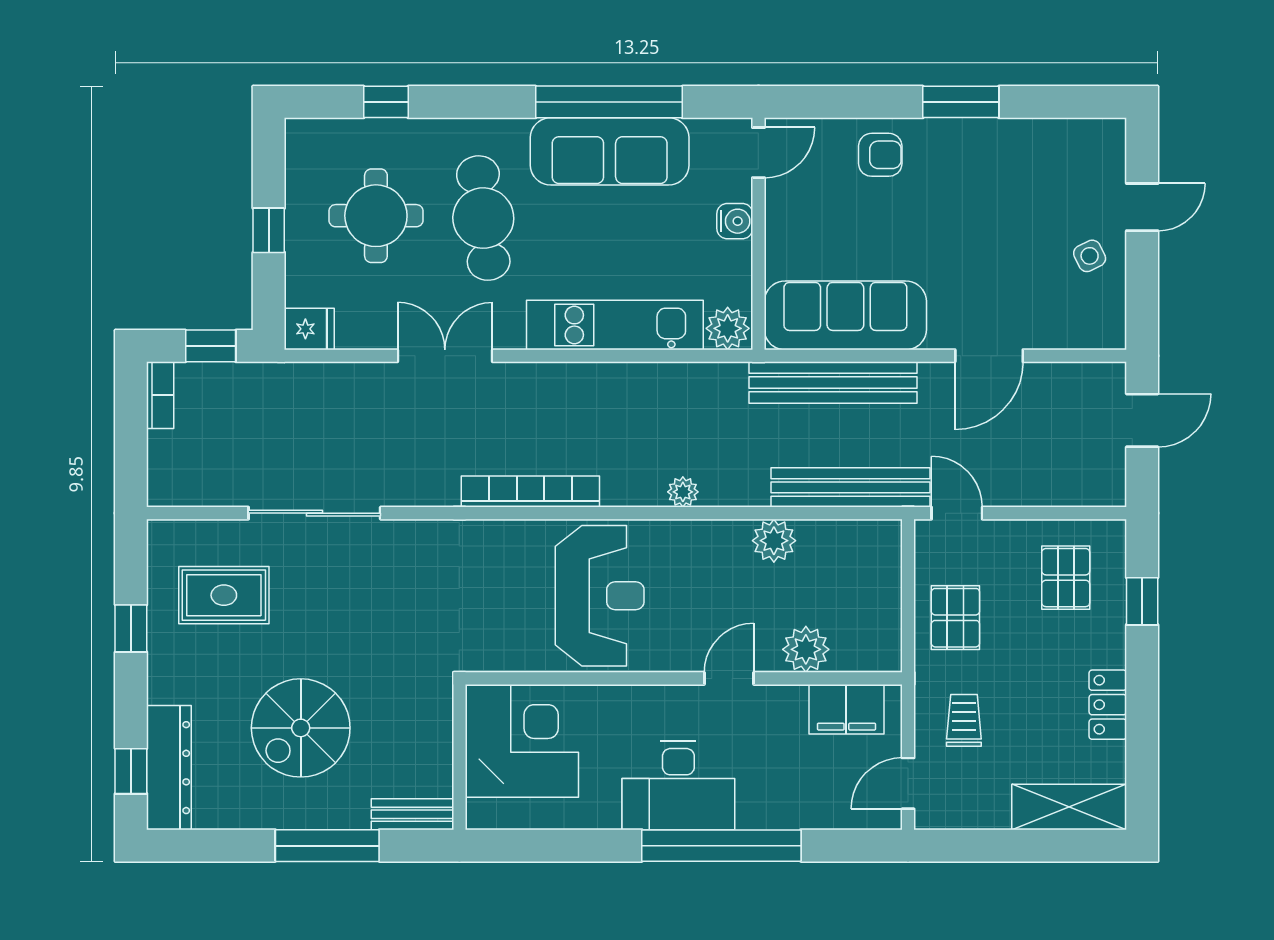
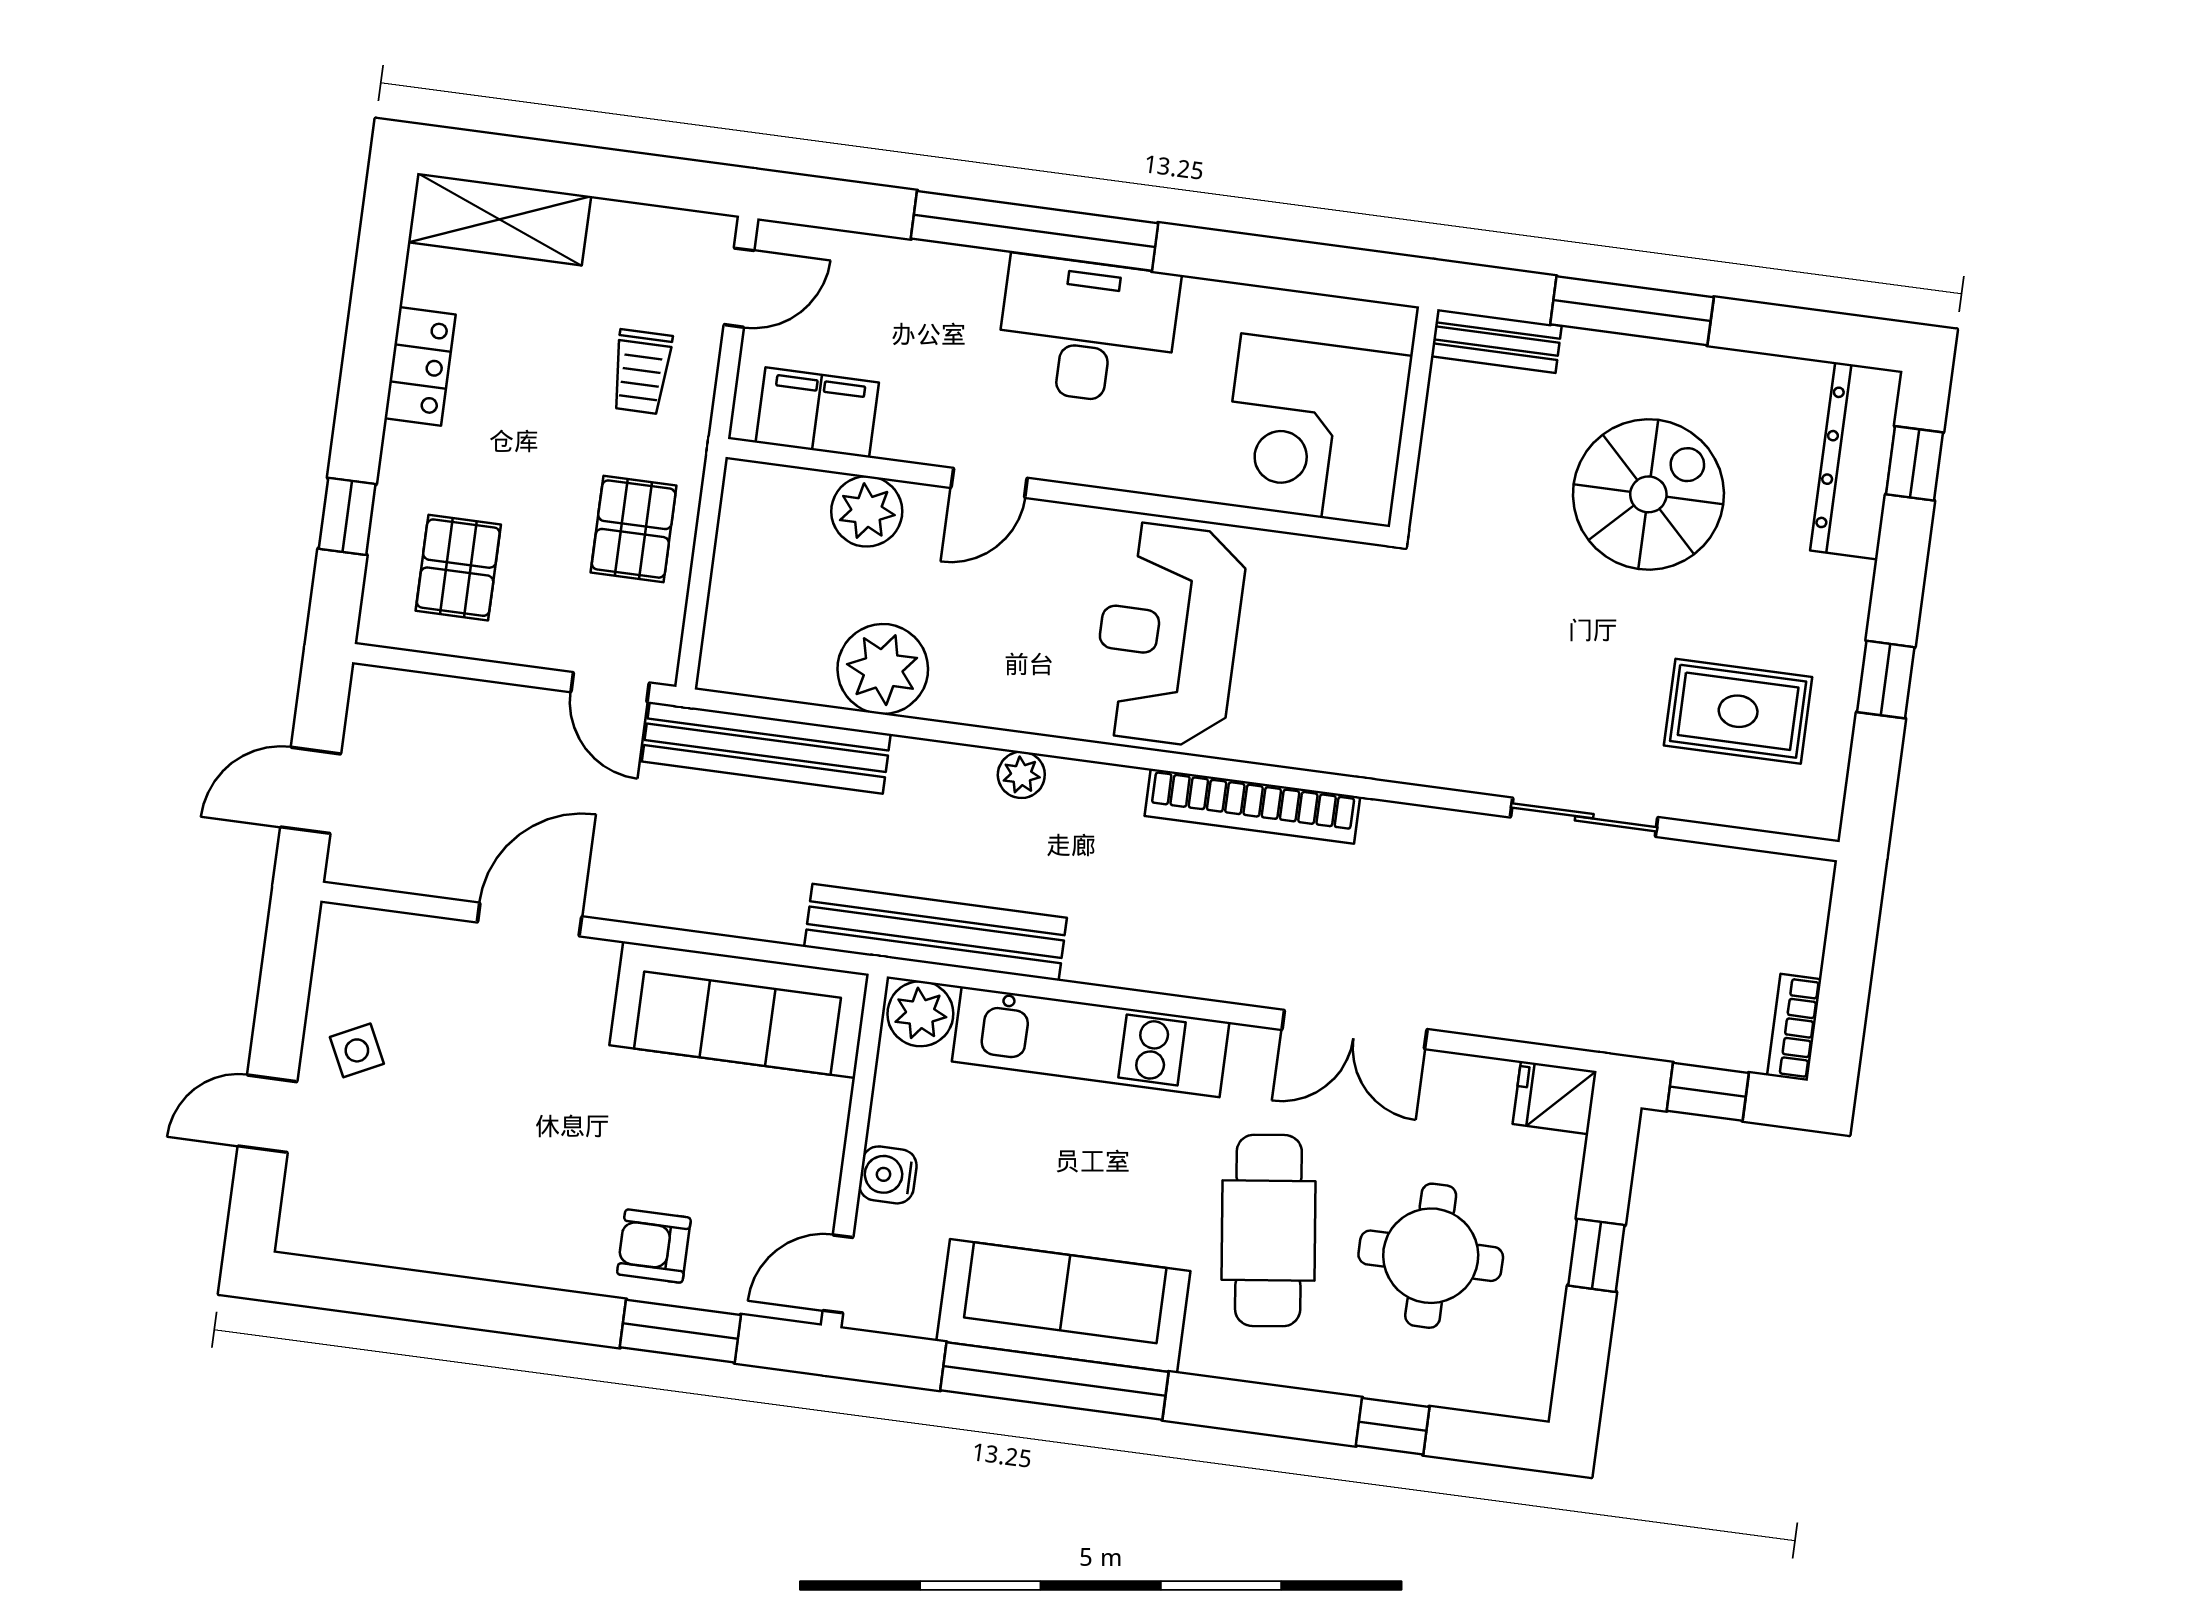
window: (961, 102) -> (680, 1331), moved
bench: (833, 382) -> (935, 932), moved
sliding door: (314, 513) -> (1584, 817), width x0.73
plant: (774, 541) -> (883, 669), width x1.36, depth x1.36

